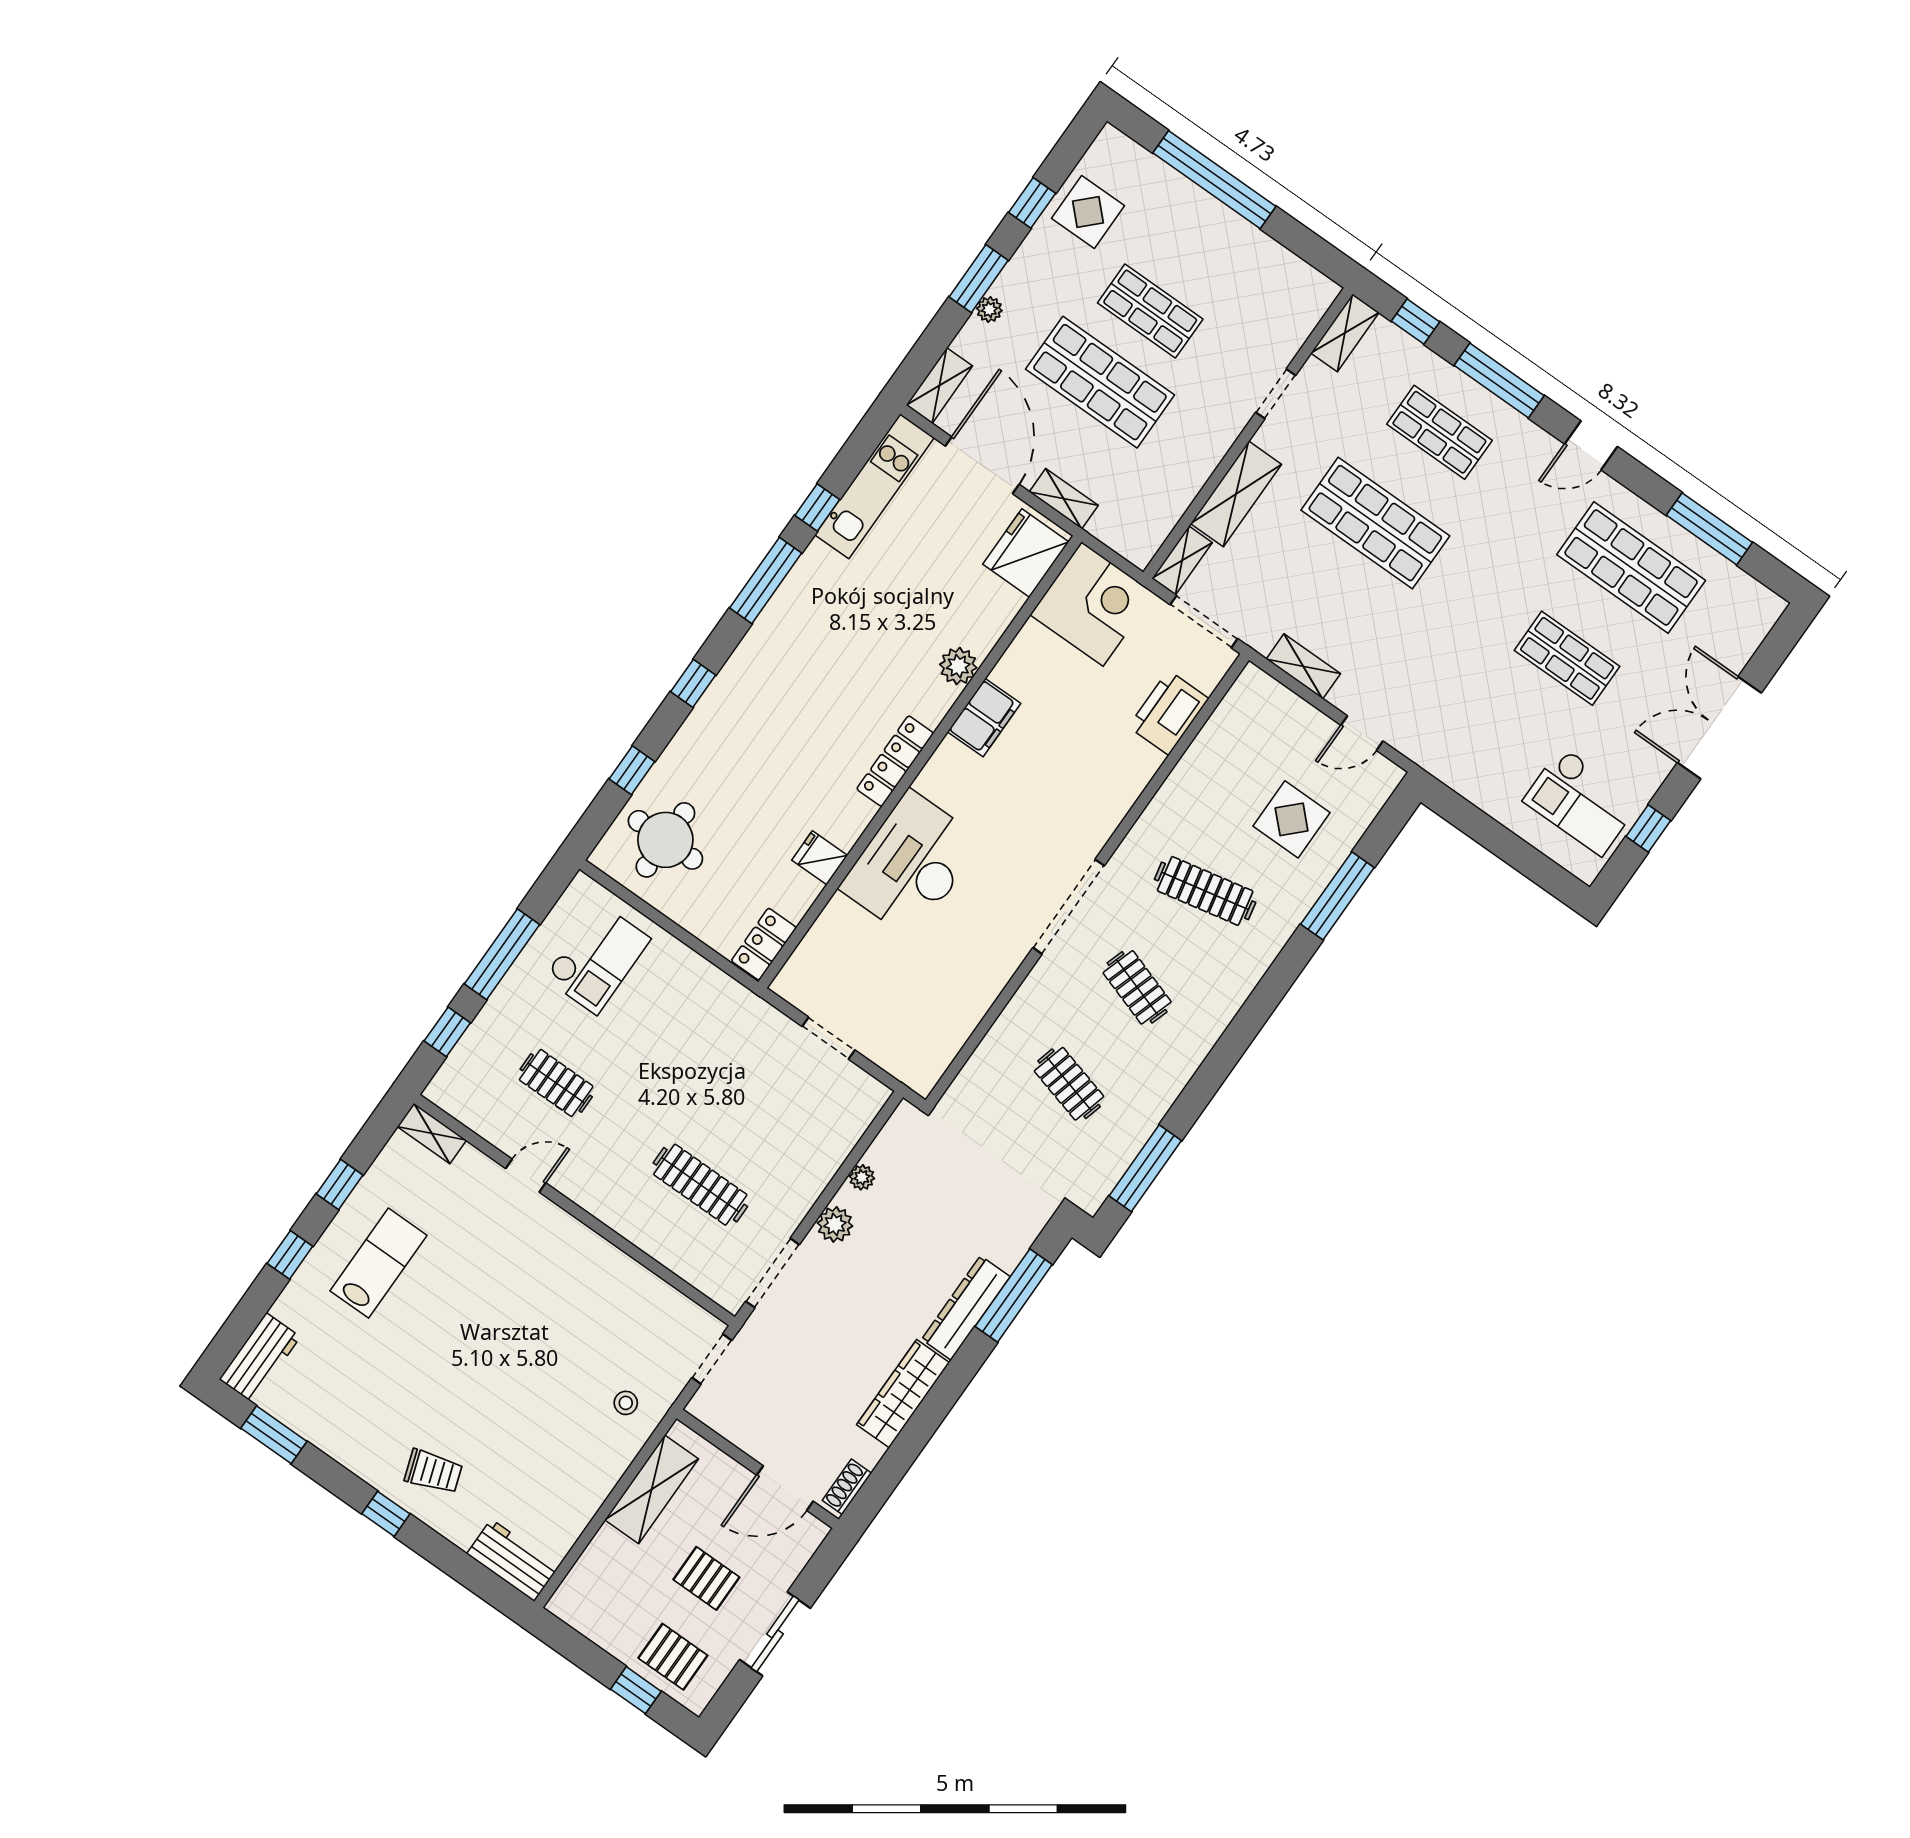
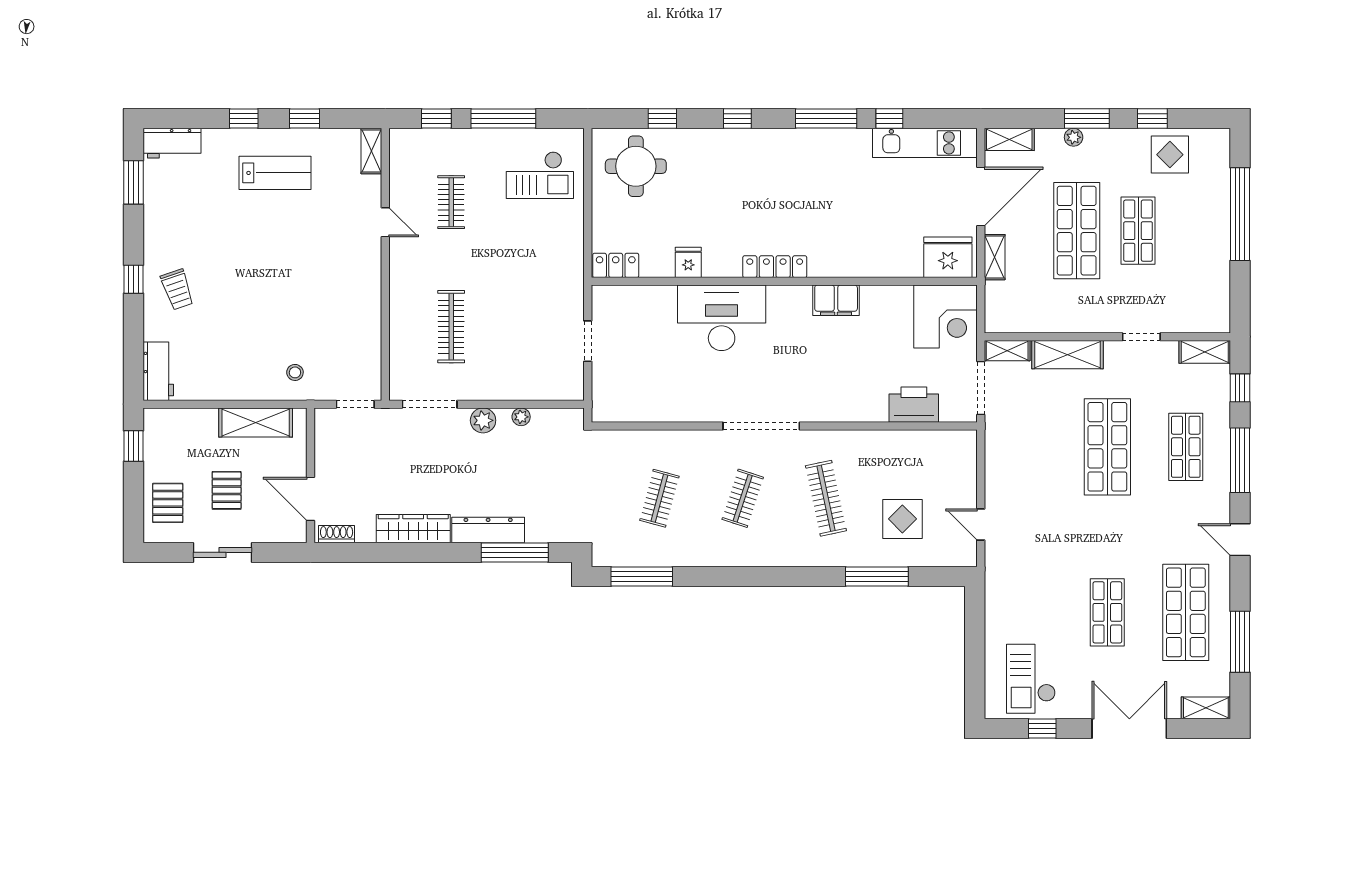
plant: (958, 666) -> (855, 264), removed
shelving: (1303, 666) -> (1206, 708), moved, turned 90
window: (636, 1690) -> (133, 446), moved

